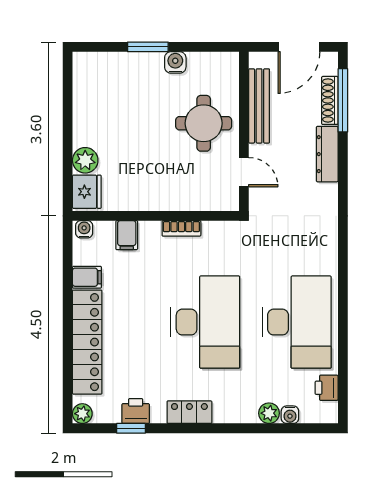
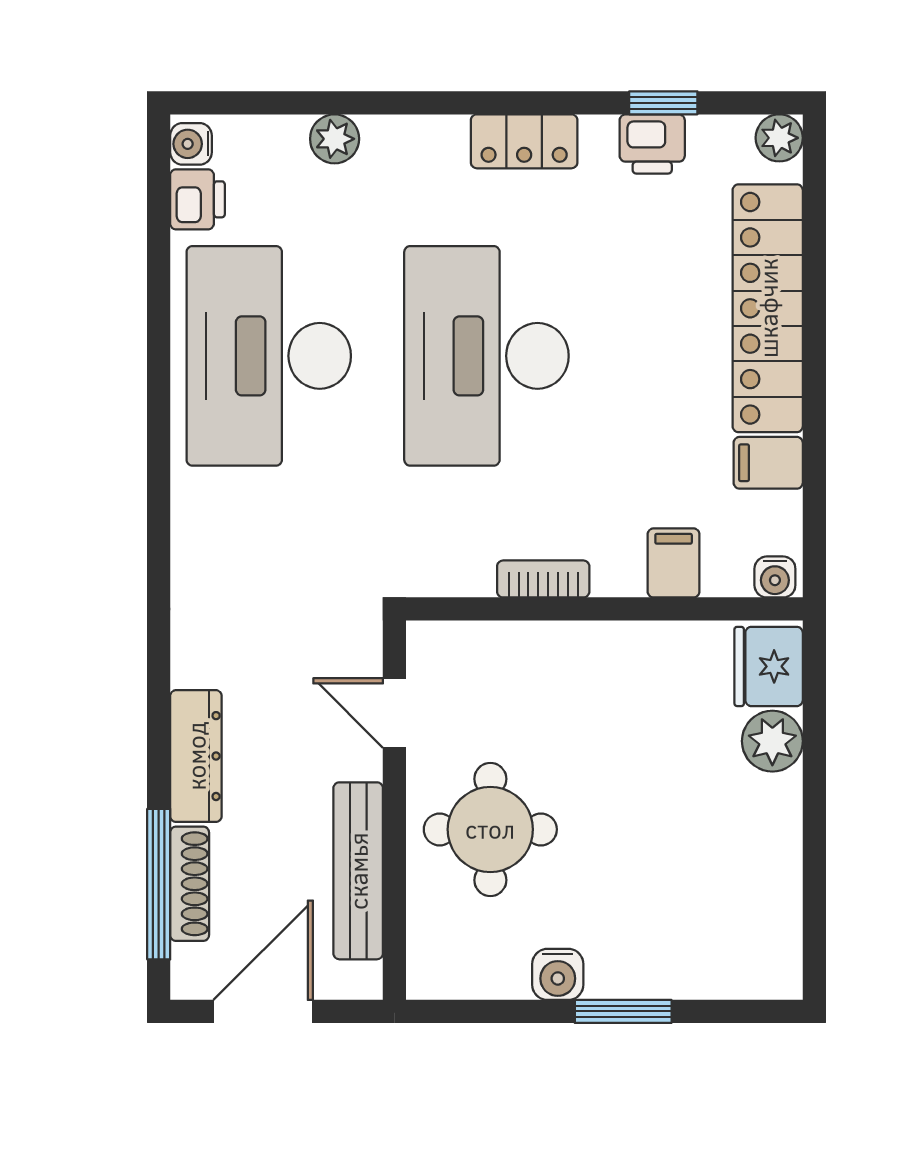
water cooler: (290, 415) -> (191, 144), moved, turned -90

